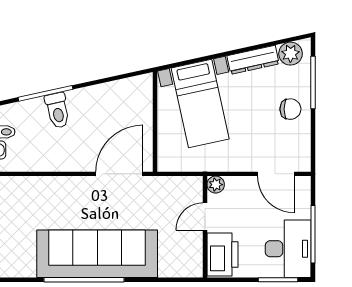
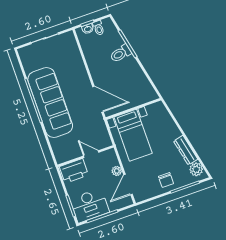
bed with nightstands: (200, 103) -> (133, 135), moved, turned -78
plant: (216, 185) -> (117, 171), moved

